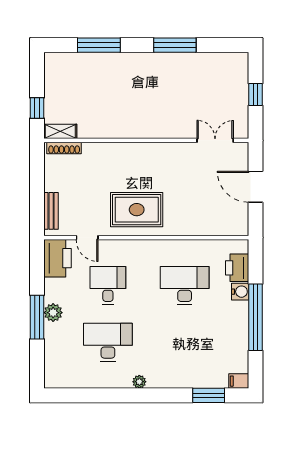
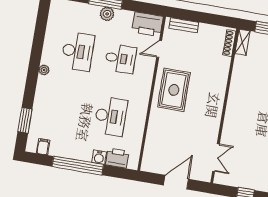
filing cabinet: (239, 381) -> (43, 147), moved

